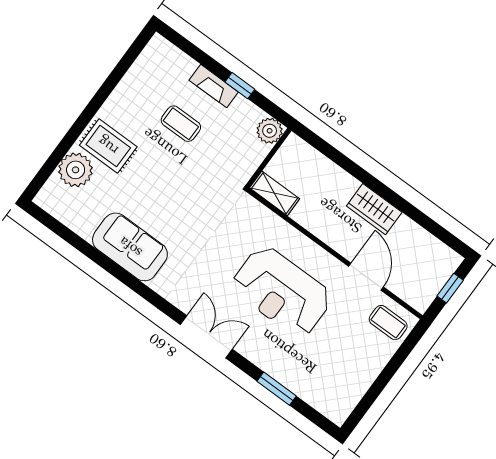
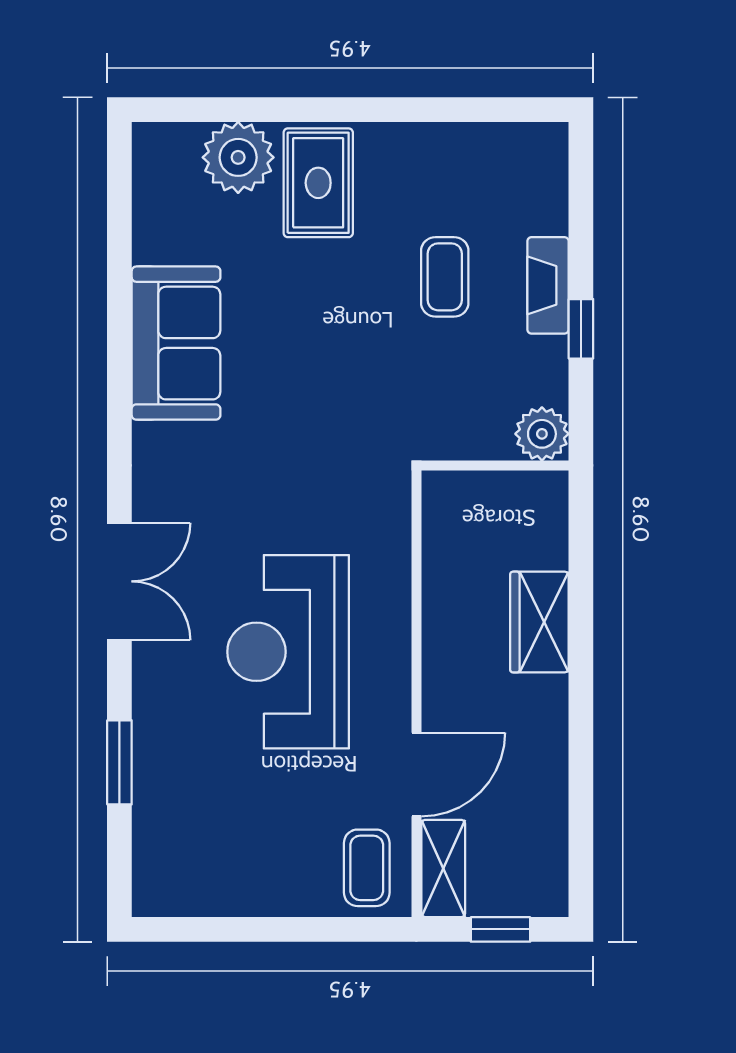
shelving: (275, 193) -> (443, 868), moved
wardrobe: (374, 209) -> (539, 622), moved

